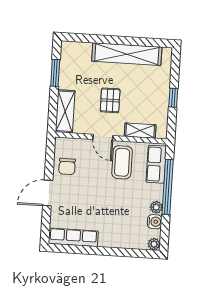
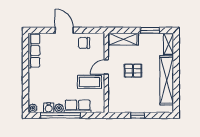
shelving: (140, 131) -> (168, 44), moved
row of seats: (156, 164) -> (78, 106), moved
window: (168, 187) -> (61, 115), moved

